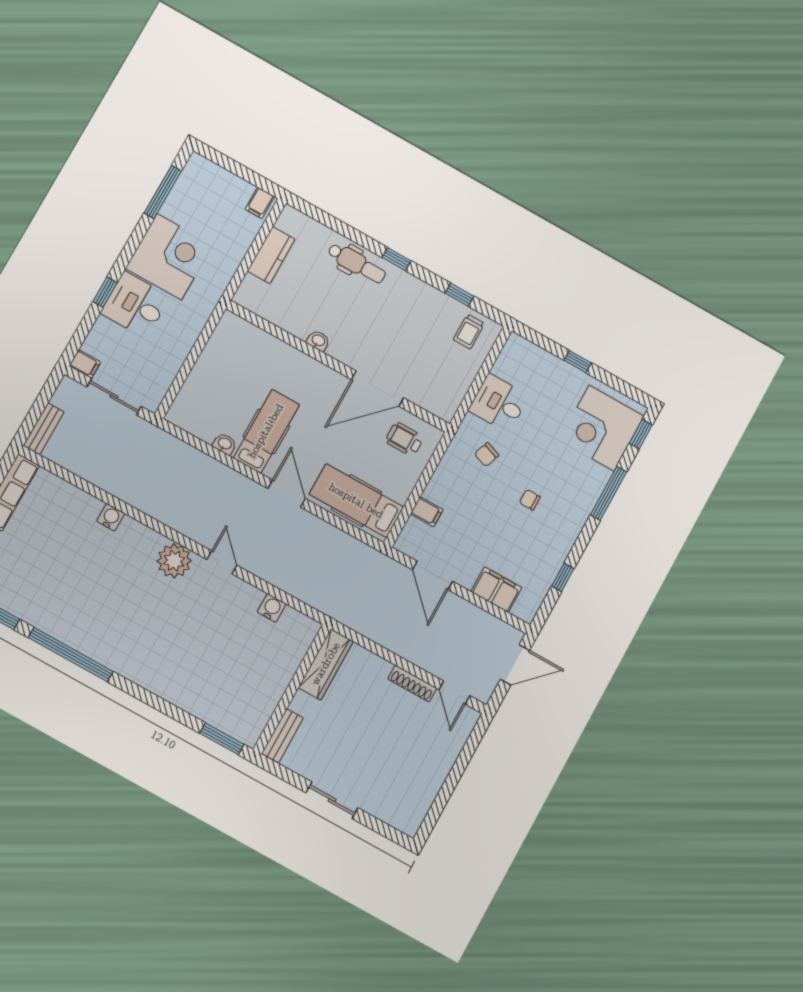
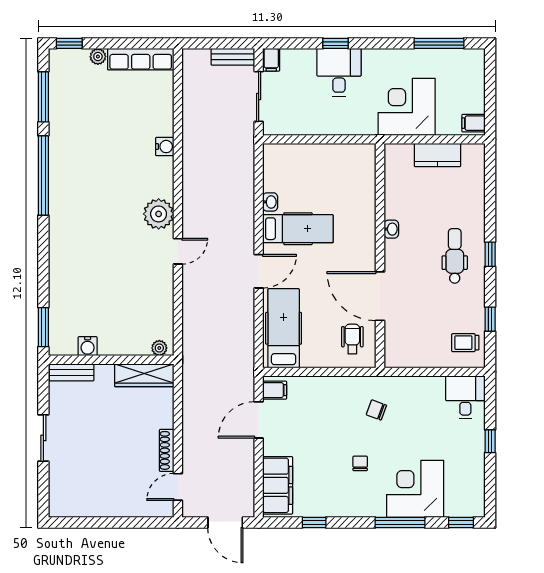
corner desk: (169, 257) -> (407, 107), moved, turned 180
dental chair: (357, 263) -> (455, 256), moved, turned 180
desk: (499, 403) -> (465, 397), moved
corner desk: (602, 428) -> (415, 489), moved
bench: (44, 429) -> (233, 57), moved
filing cabinet: (427, 512) -> (275, 390), moved, turned -90
filing cabinet: (496, 590) -> (278, 485), width x1.50, depth x1.17
water cooler: (272, 608) -> (88, 346), moved, turned 90
plant: (307, 634) -> (159, 348), added

